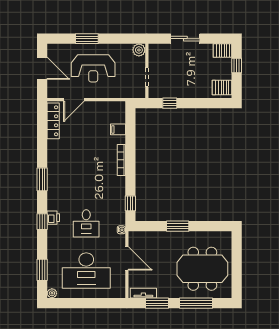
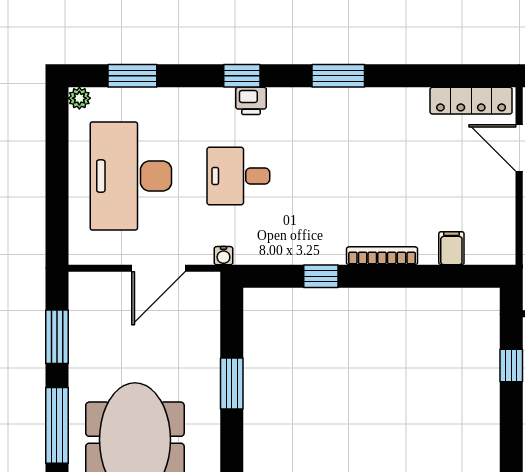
window: (130, 203) -> (321, 276), moved
tv unit: (143, 293) -> (80, 306), removed

